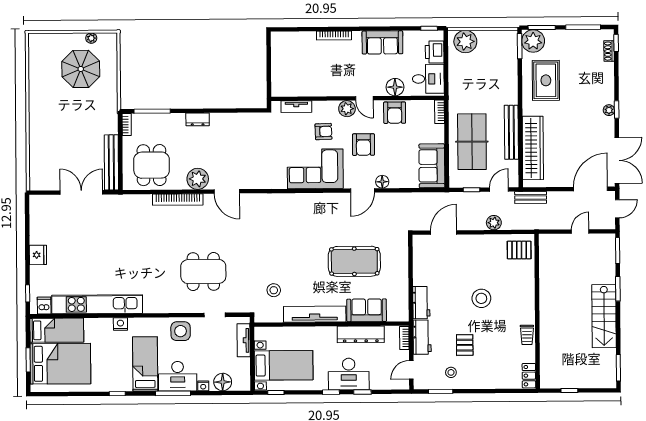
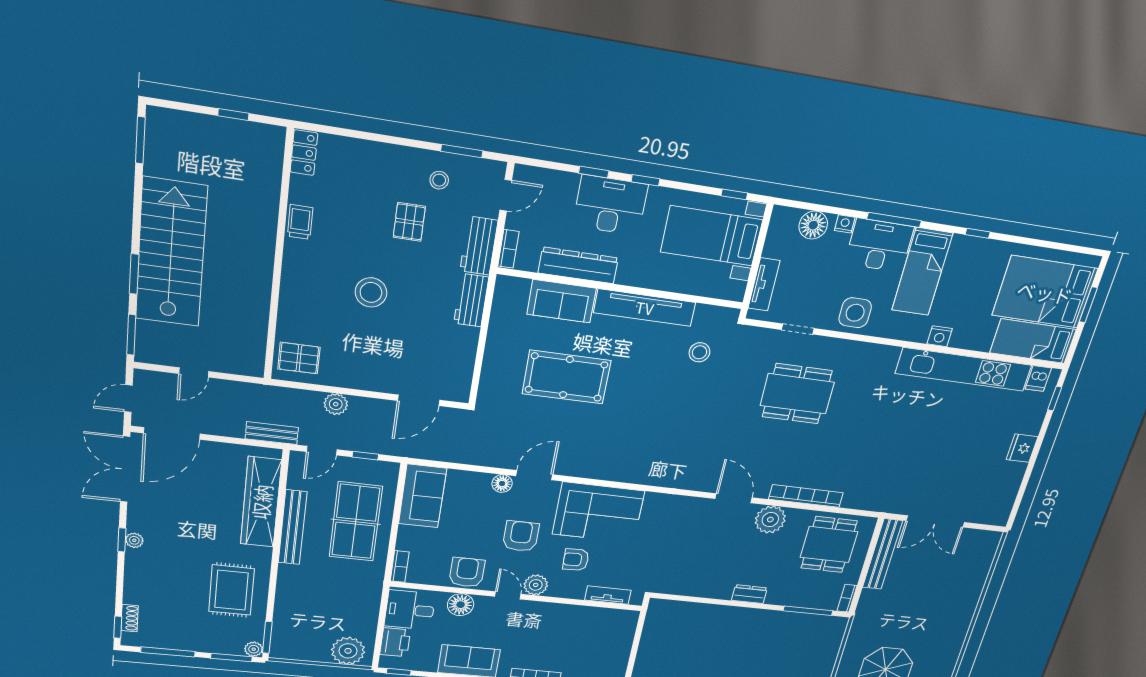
plant: (533, 41) -> (254, 649), width x0.53, depth x0.53
stairs: (604, 316) -> (171, 253), width x1.36, depth x1.51

